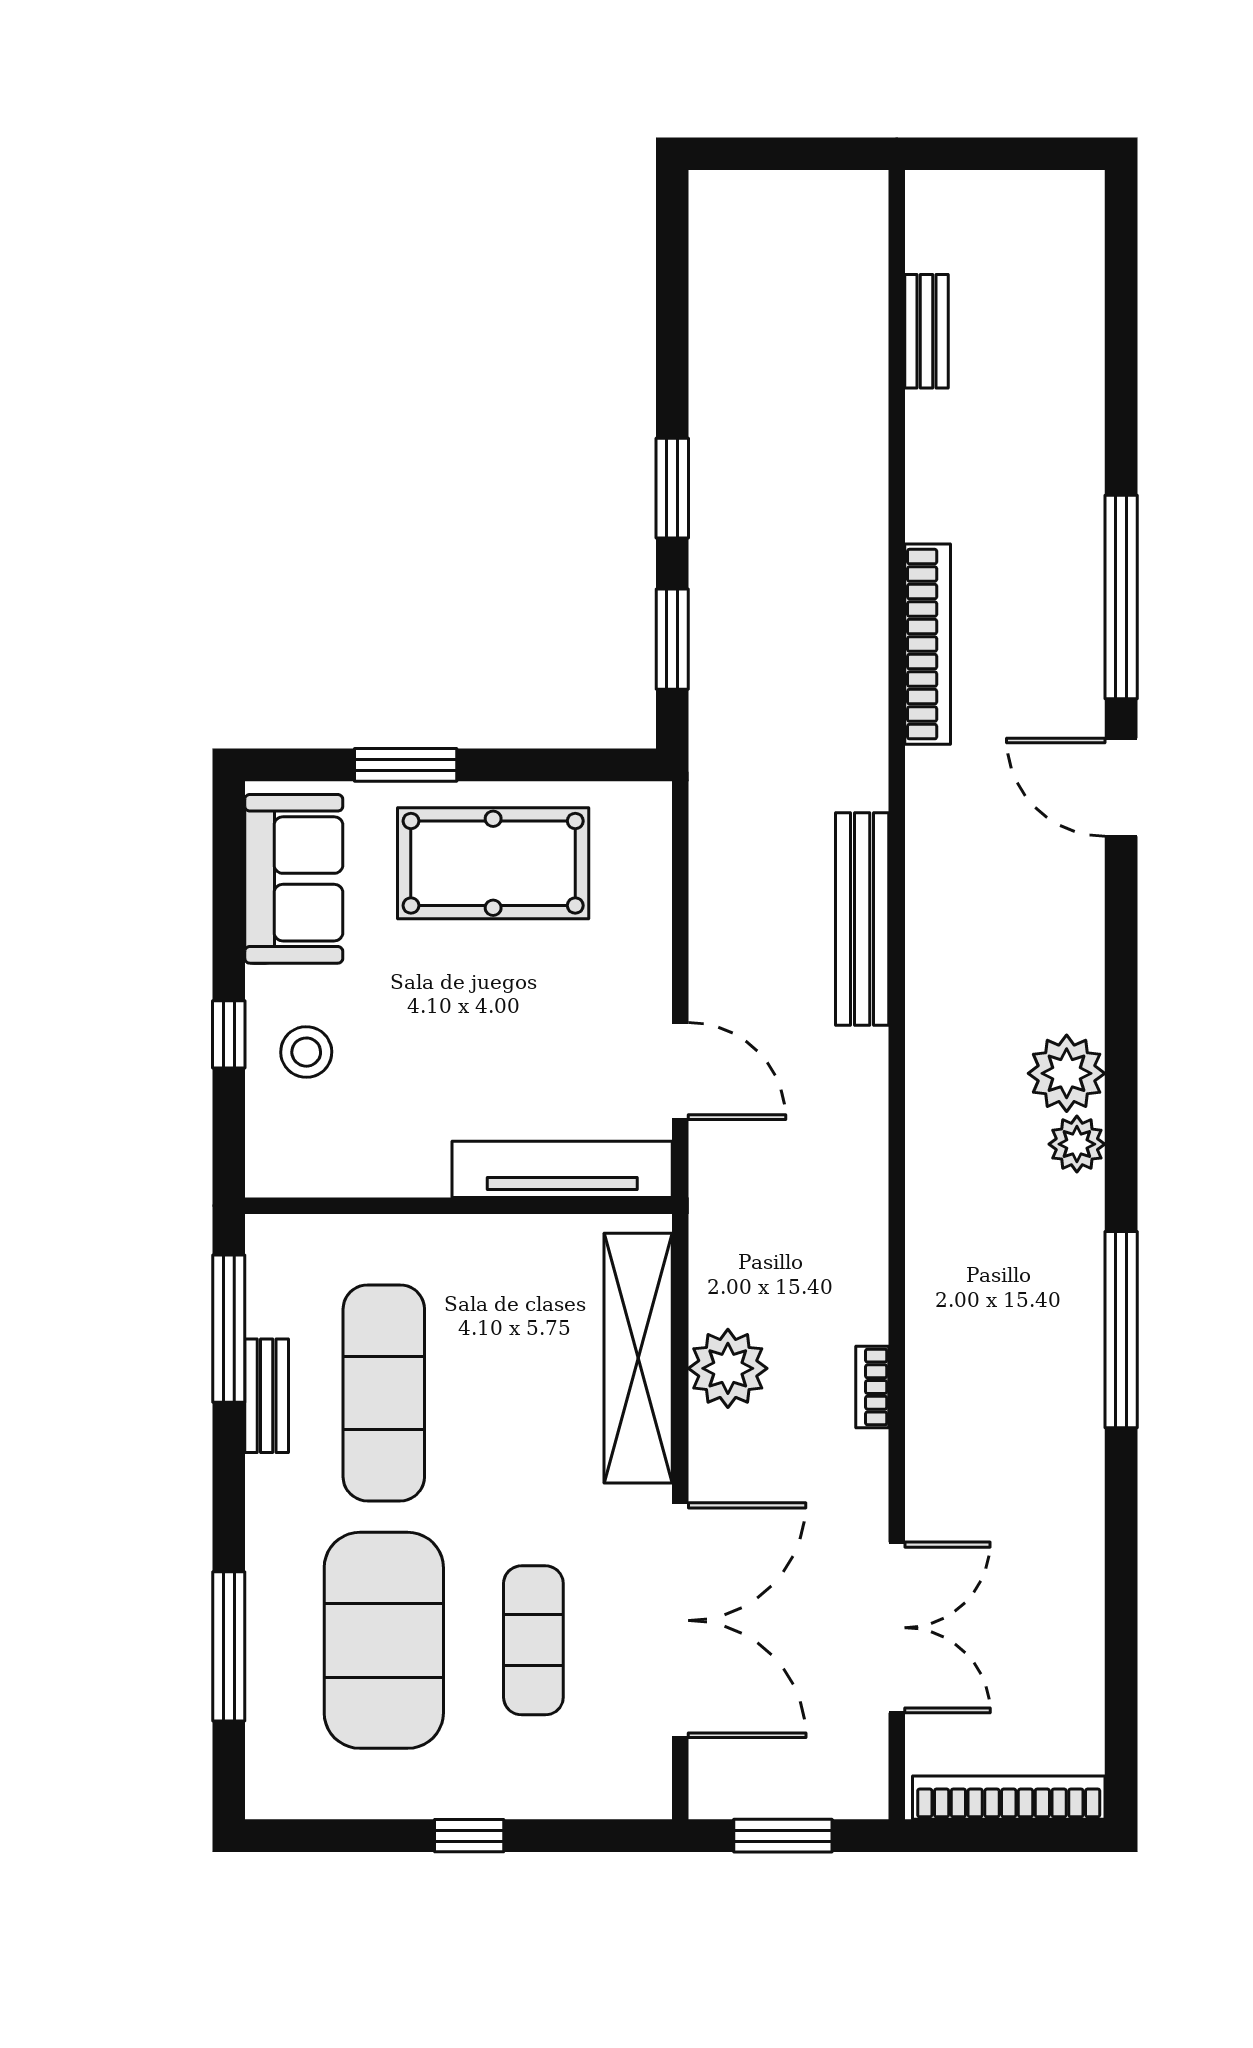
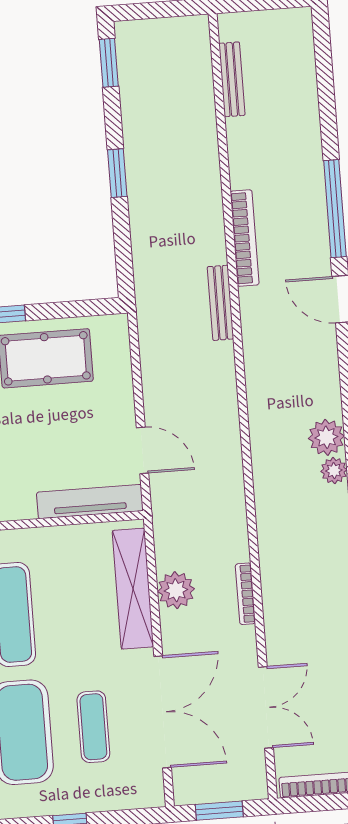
bench: (926, 331) -> (232, 79), width x1.36
window: (672, 639) -> (109, 63), moved
bench: (862, 919) -> (220, 303), moved, width x0.73, depth x0.82
bookcase: (872, 1387) -> (245, 594), width x1.56

